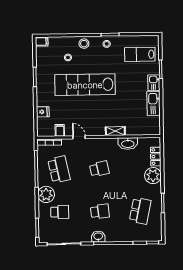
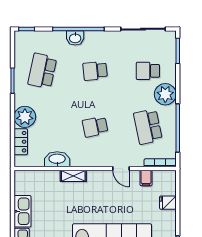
washbasin: (98, 237) -> (75, 38), moved

